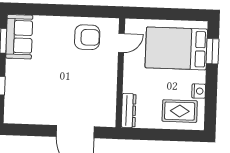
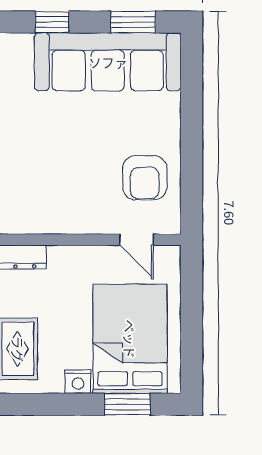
sofa: (19, 37) -> (108, 62), width x1.85, depth x1.27
nightstand: (199, 91) -> (78, 382), moved

